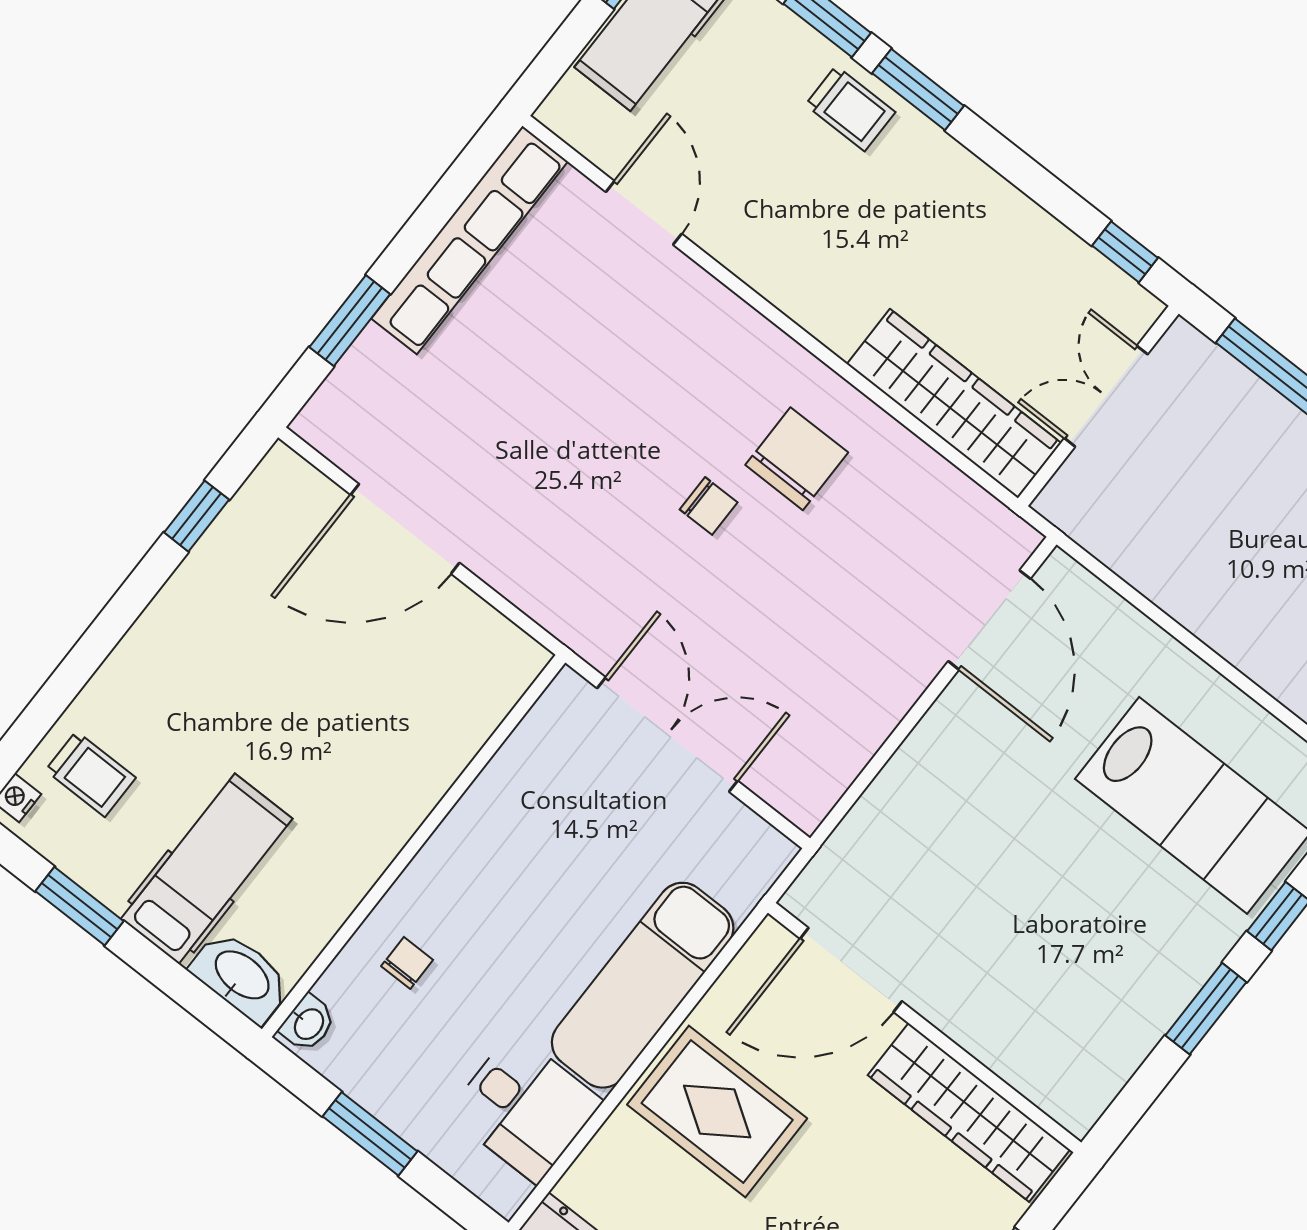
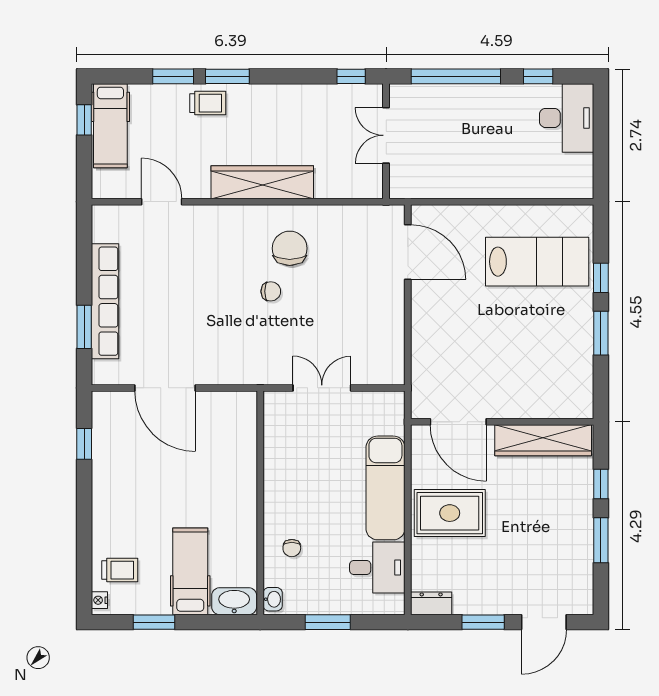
row of seats: (470, 240) -> (105, 301), moved
wardrobe: (954, 403) -> (262, 182), moved
door: (405, 529) -> (165, 388), hinge flipped
double door: (667, 735) -> (322, 388), width x0.73
chair: (407, 963) -> (292, 548), turned 180
door: (851, 970) -> (458, 422), hinge flipped

